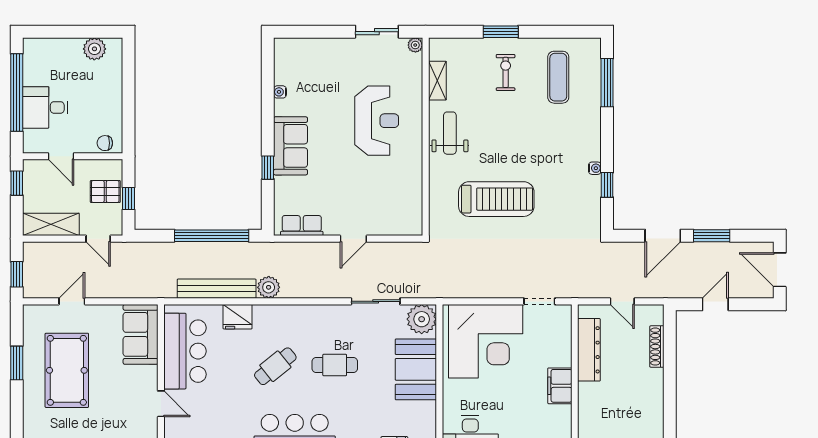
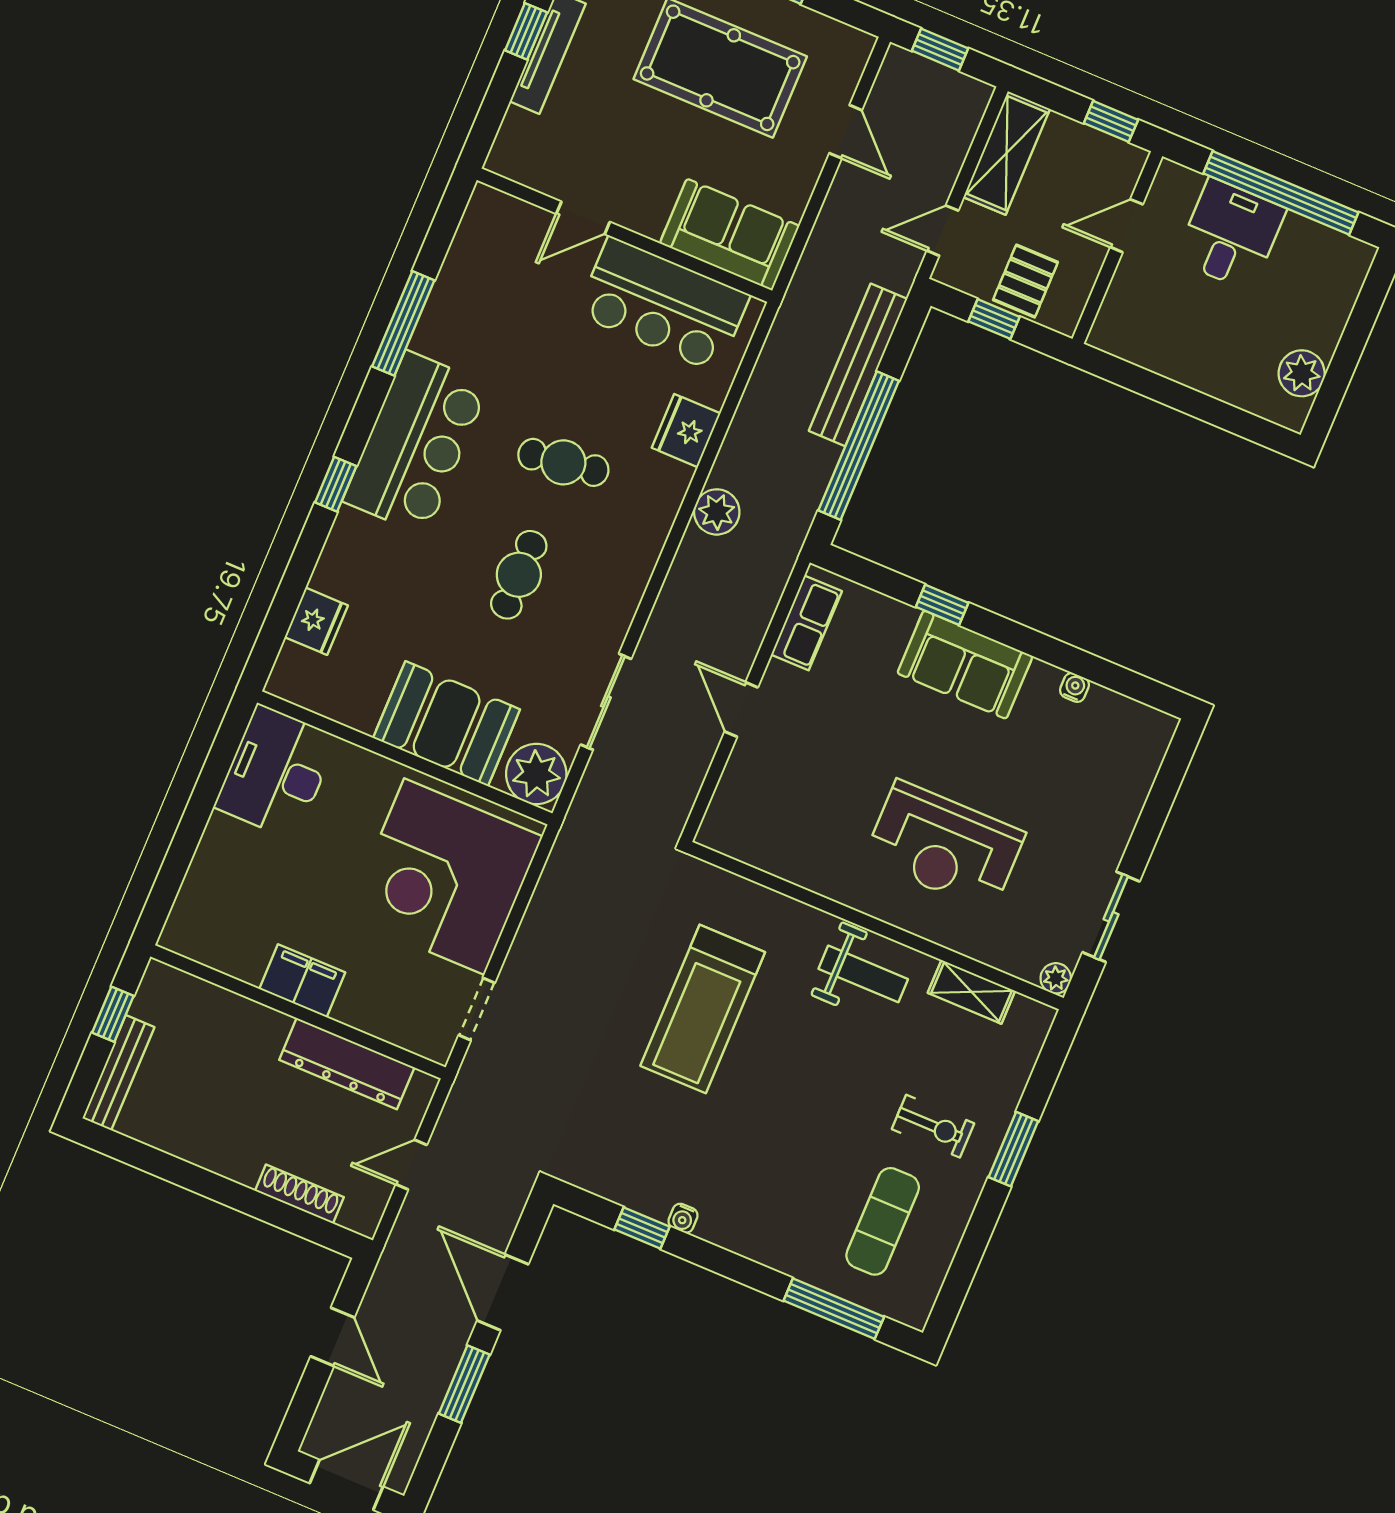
exercise mat: (558, 77) -> (883, 1221), turned 90
chair: (105, 143) -> (1117, 318), removed
bench: (217, 289) -> (858, 365), moved
cafe table: (275, 366) -> (563, 462), turned -59

